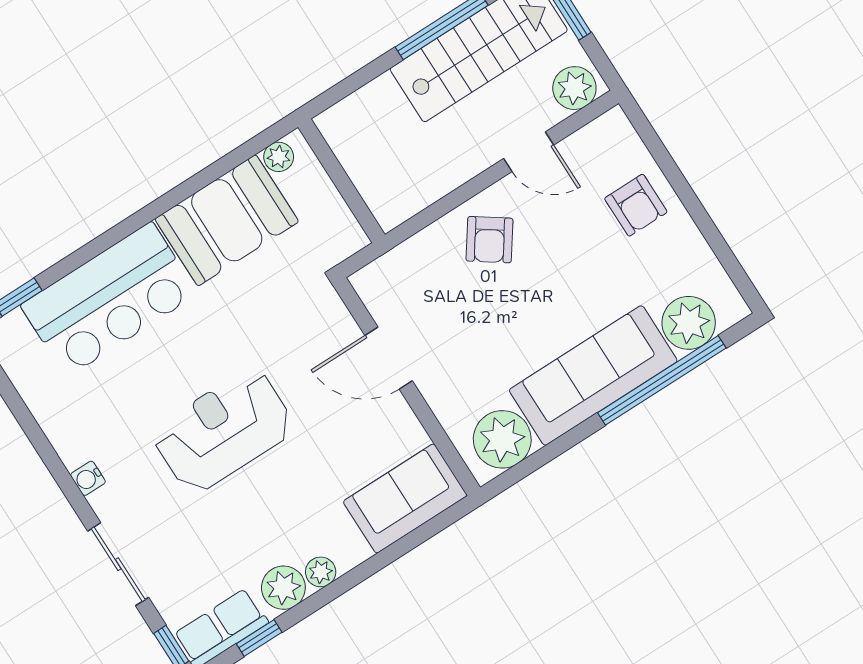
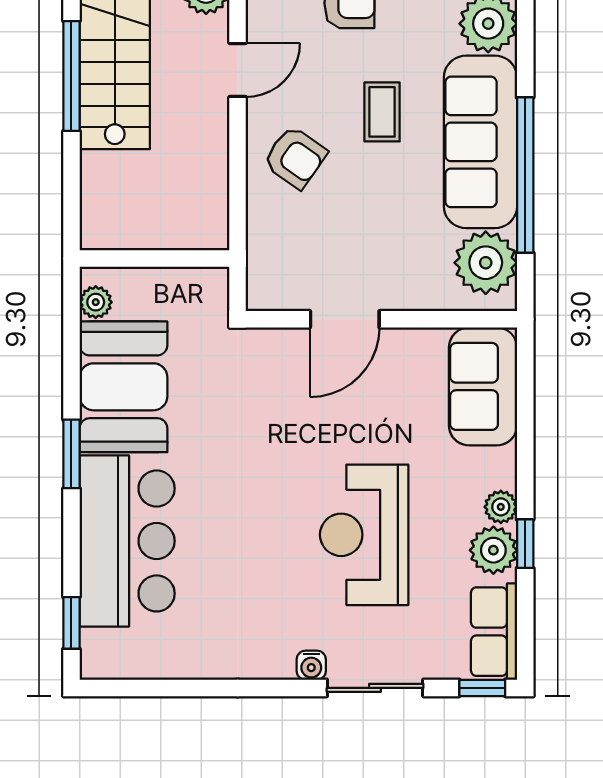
window: (149, 213) -> (71, 454), added
coffee table: (568, 284) -> (382, 112), added
window: (662, 380) -> (525, 175), moved
reception desk: (223, 431) -> (364, 535), moved
water cooler: (88, 478) -> (311, 665), moved
window: (259, 638) -> (525, 544), moved

